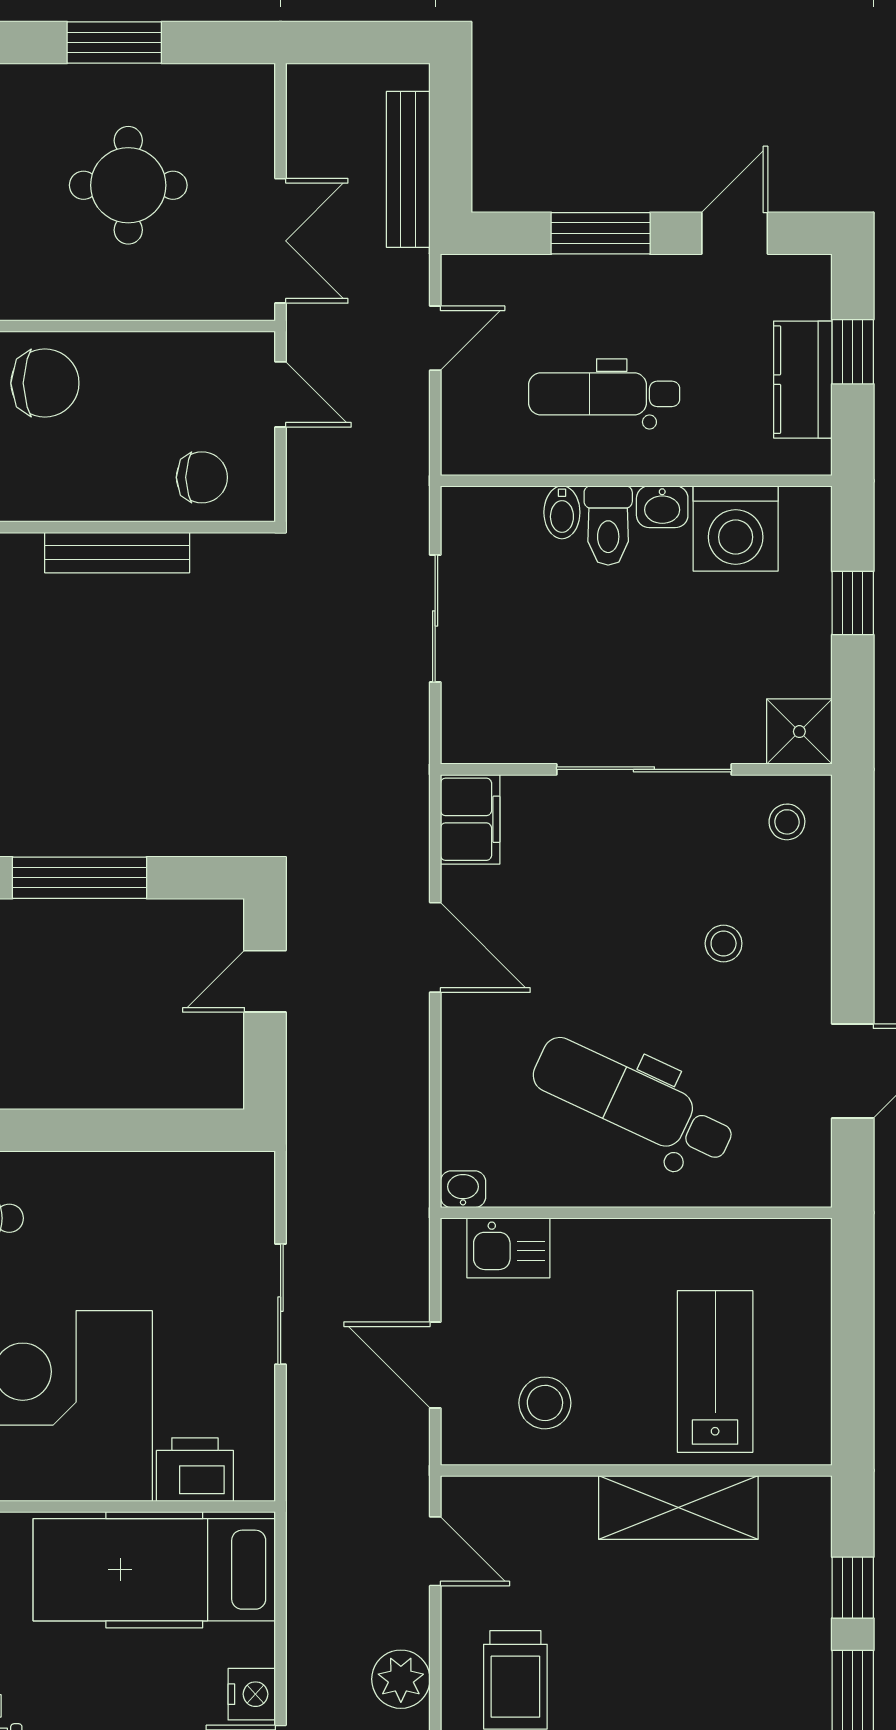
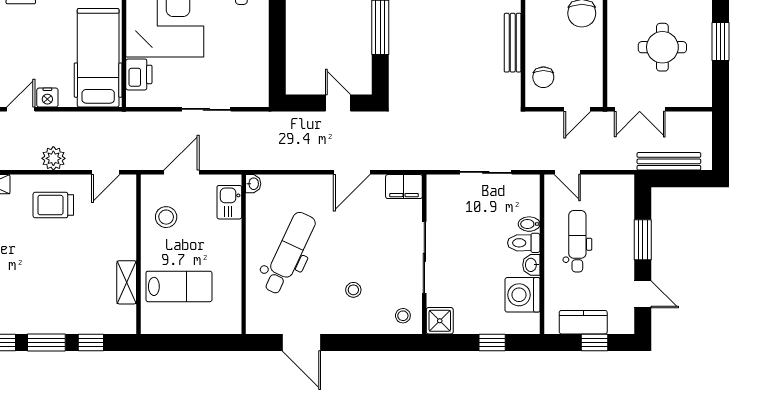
door: (435, 338) -> (567, 172), moved
shelving: (678, 1507) -> (127, 282), width x0.67, depth x0.75

